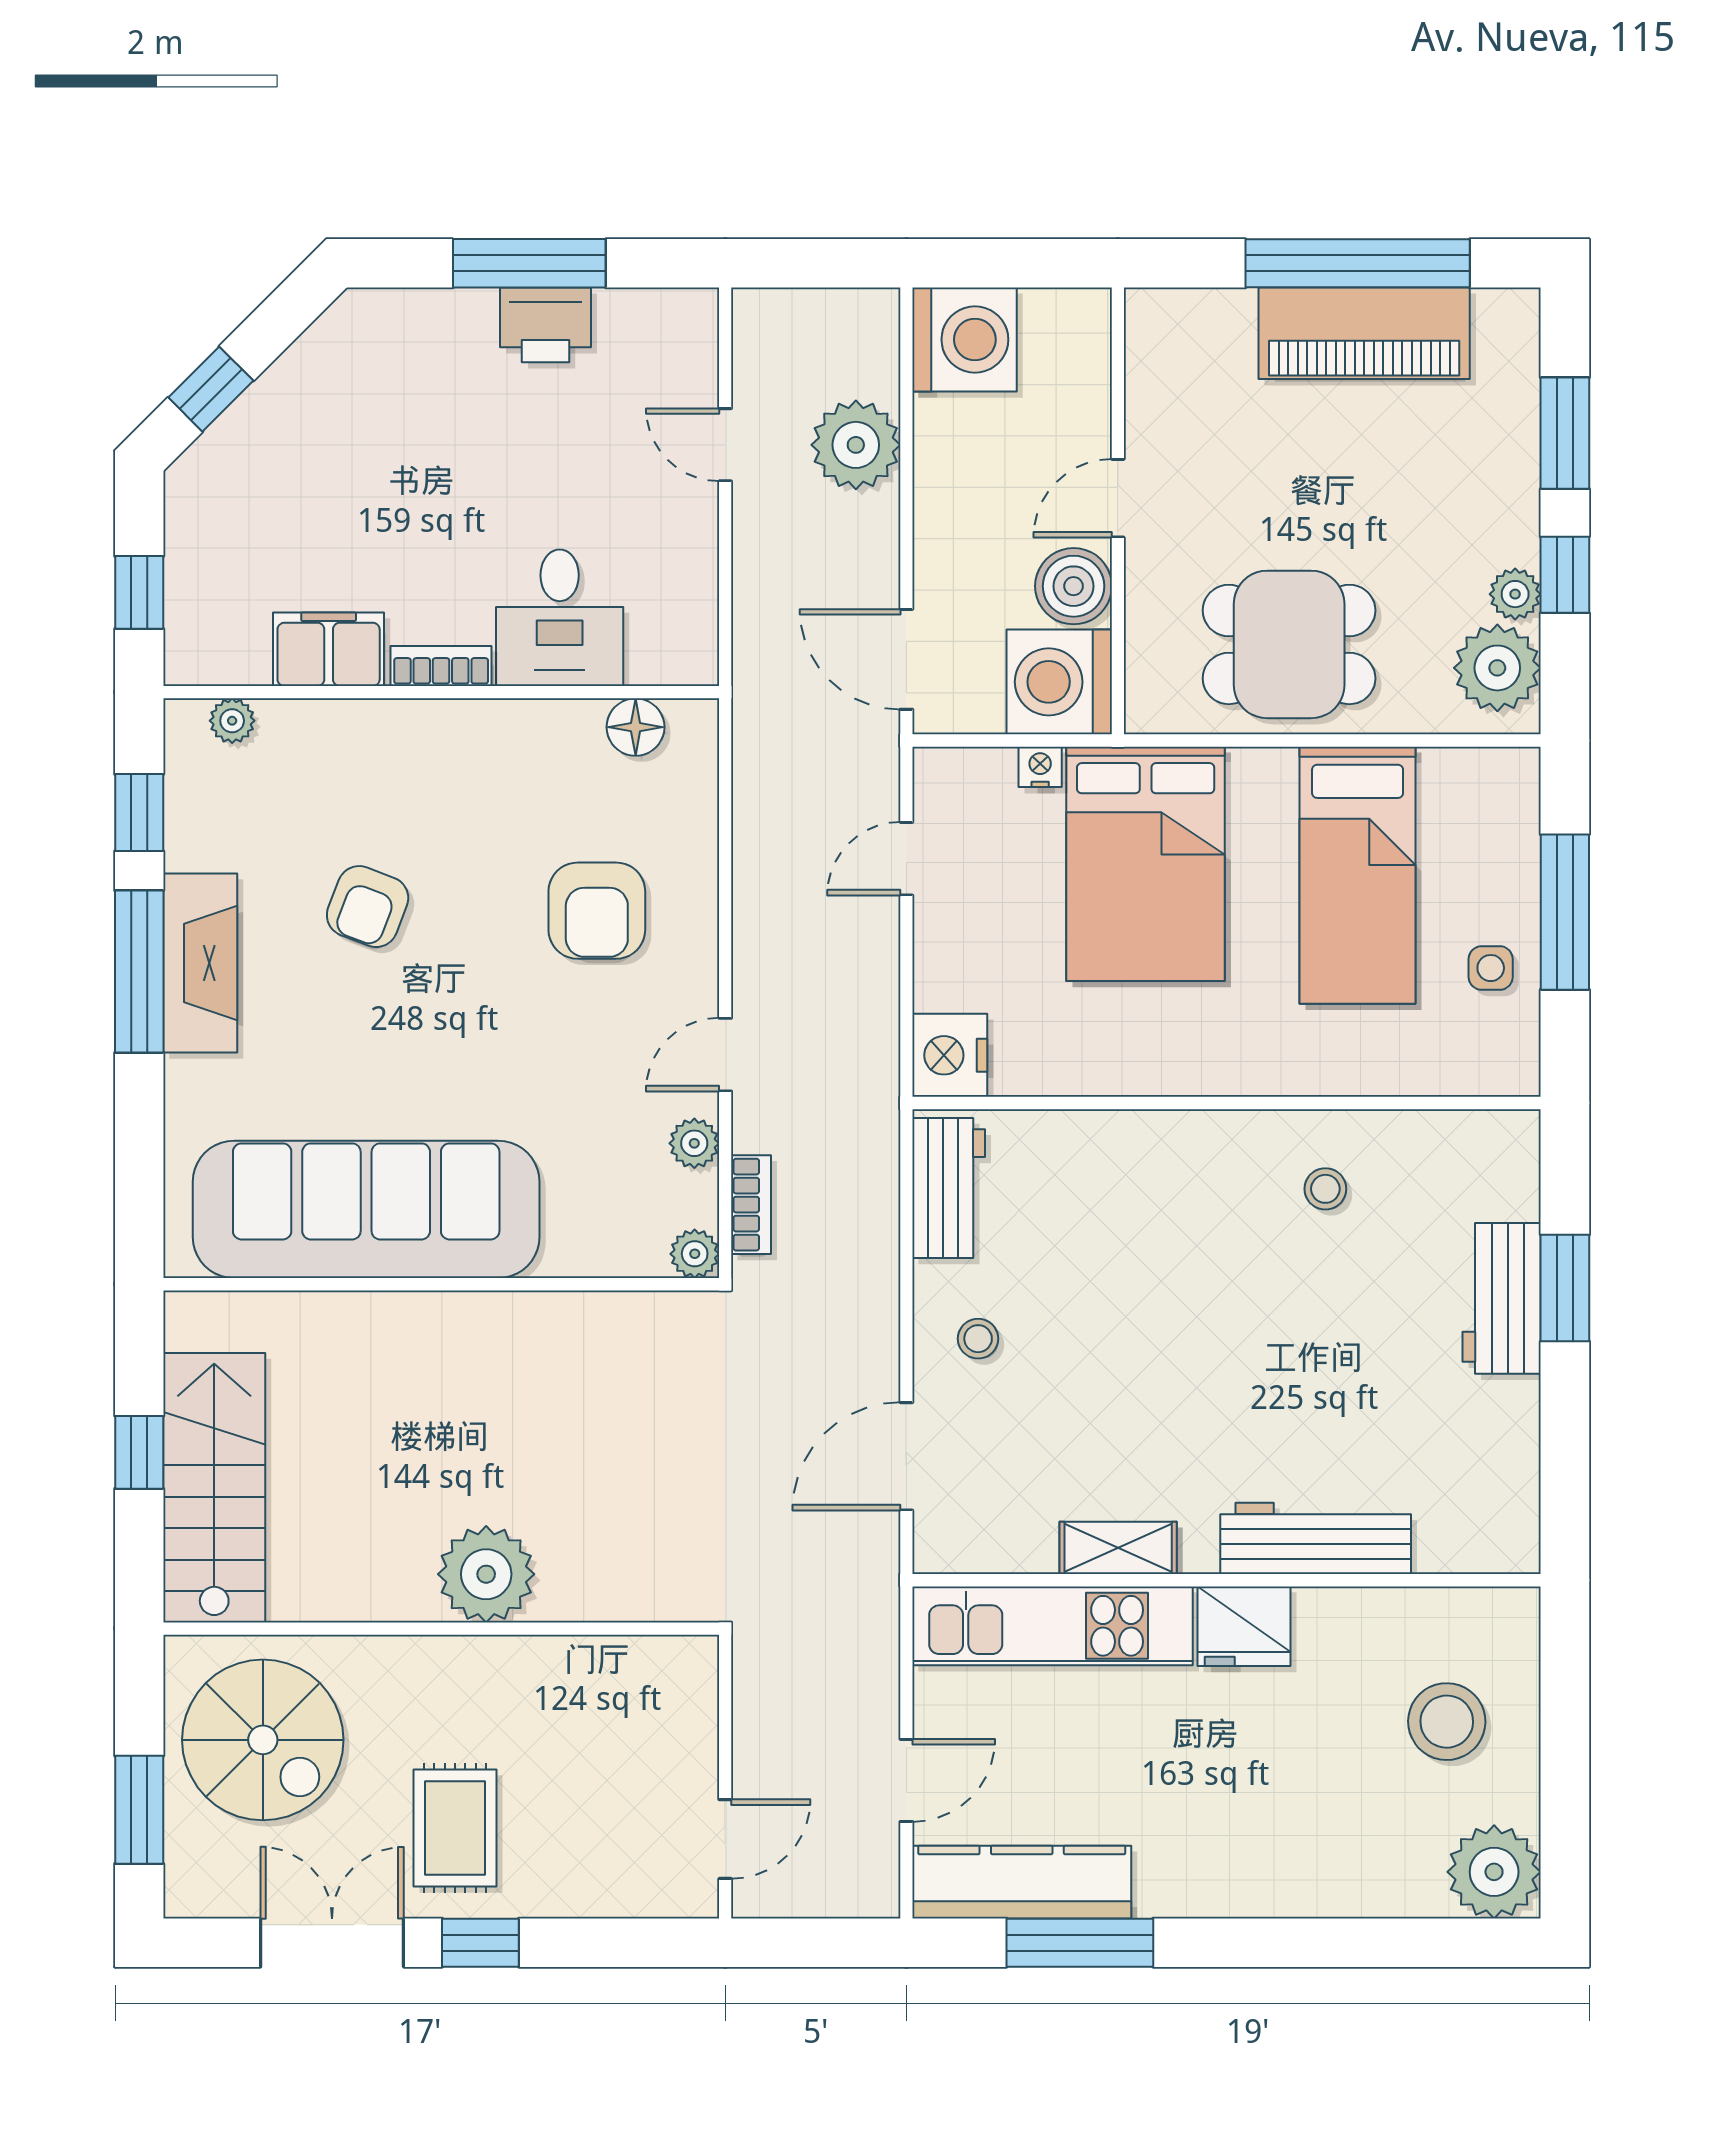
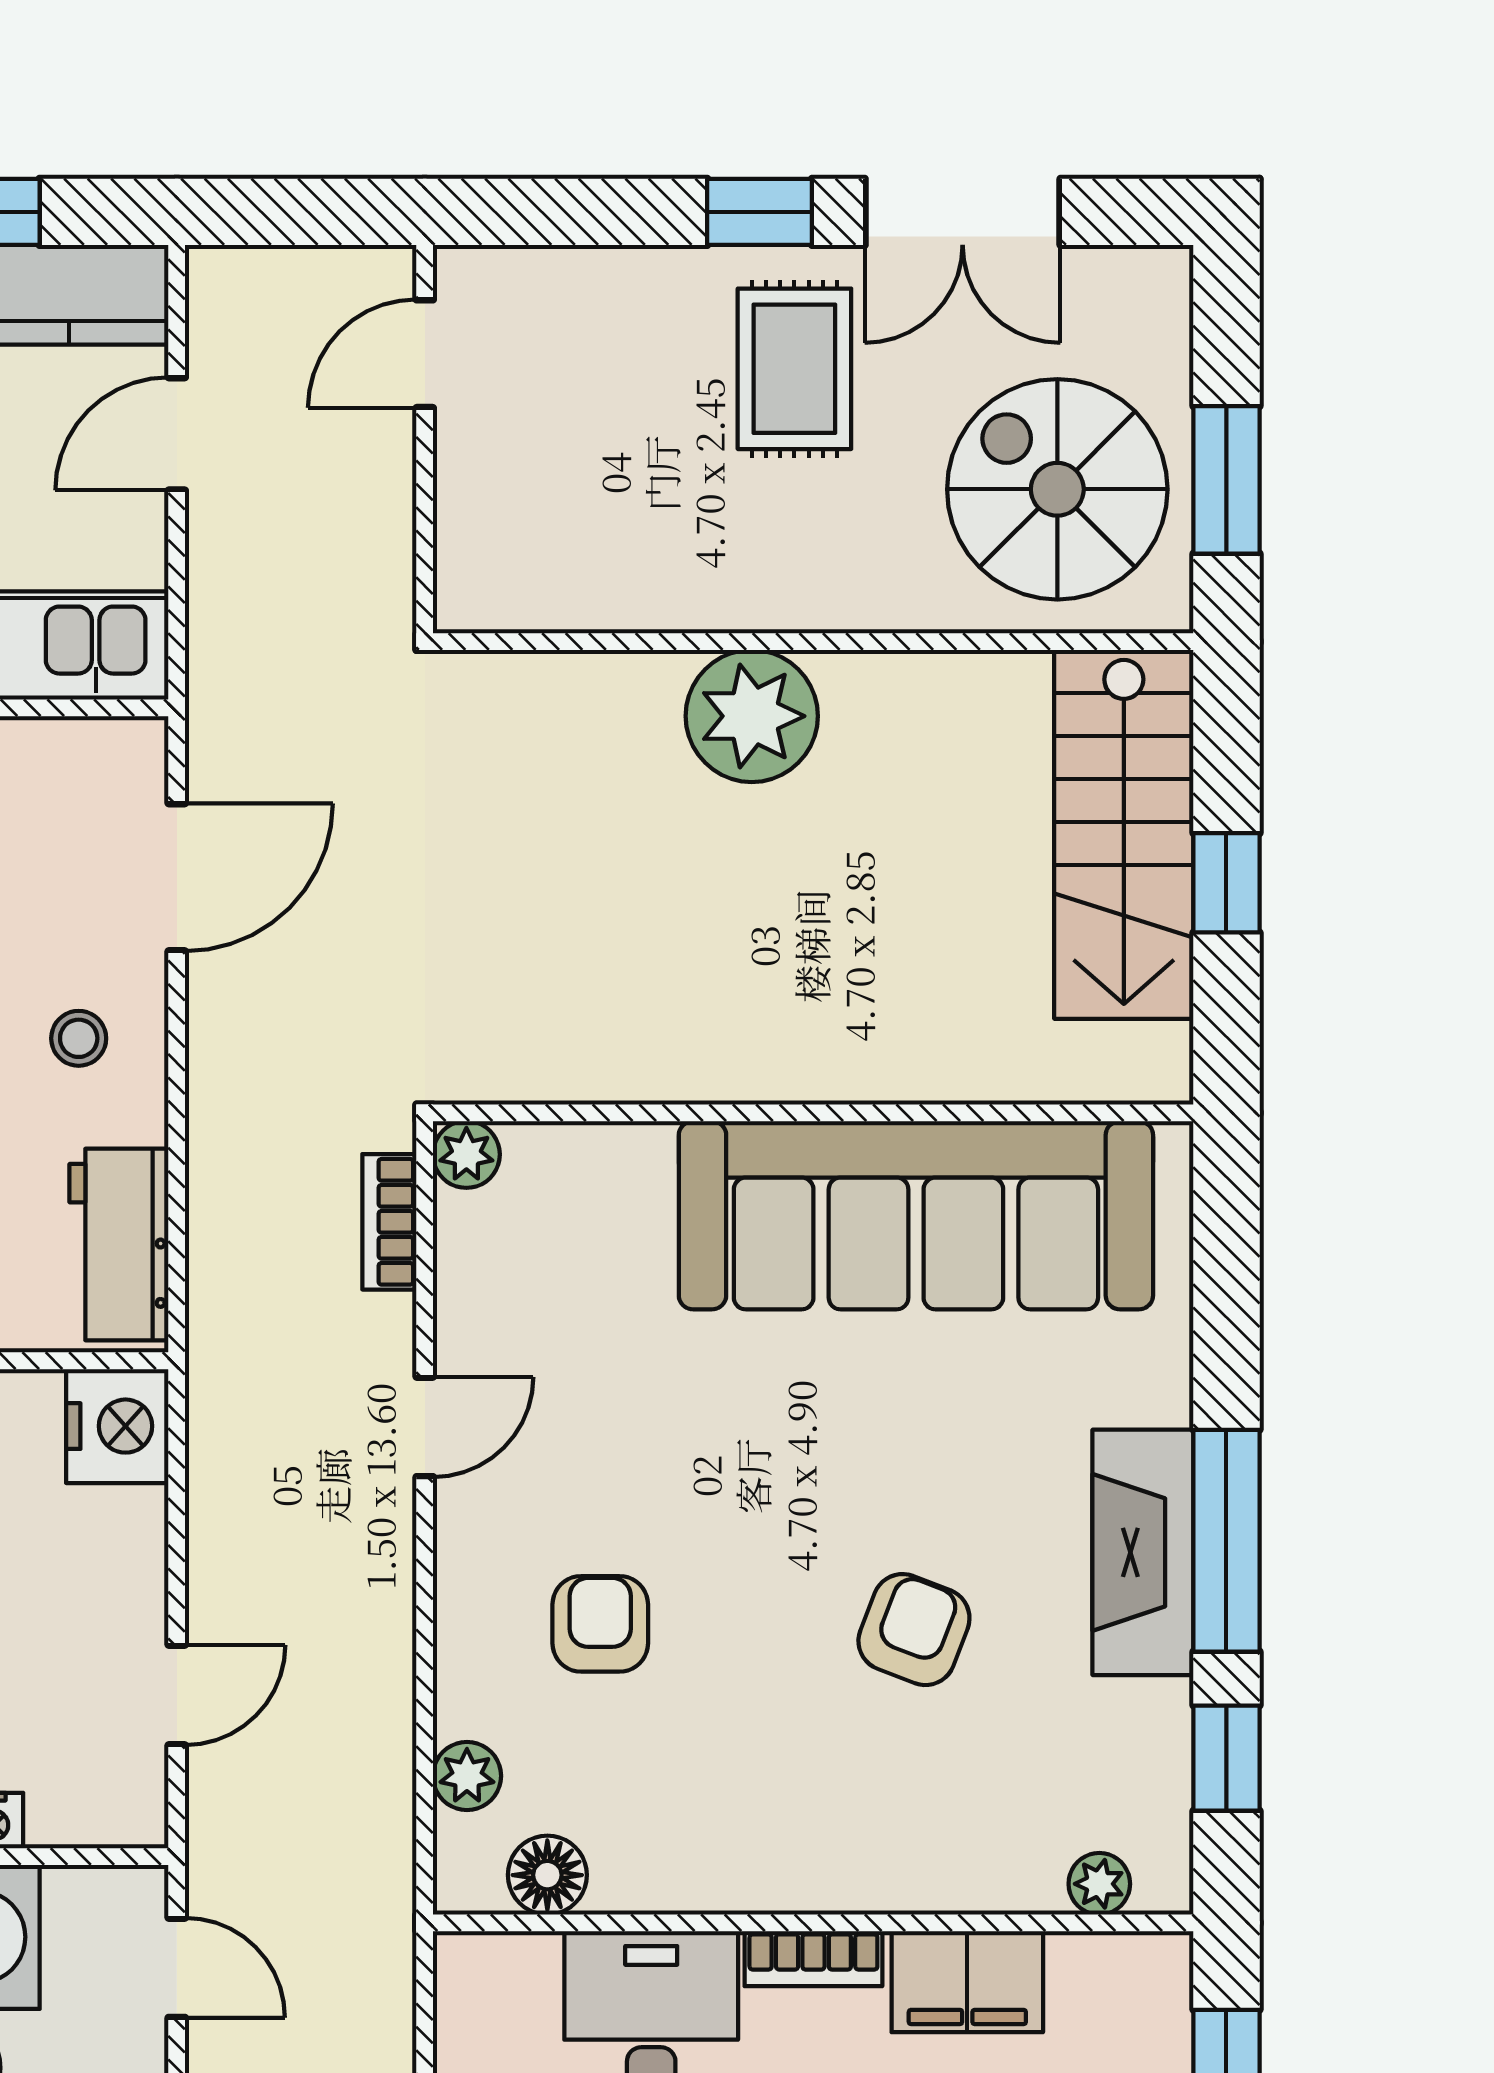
door: (906, 659) -> (177, 1968), width x0.73
armchair: (597, 911) -> (600, 1624), width x0.72, depth x0.72
plant: (694, 1143) -> (467, 1776), moved
window: (139, 1810) -> (1226, 480), moved

